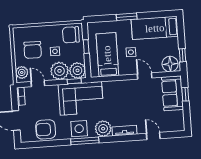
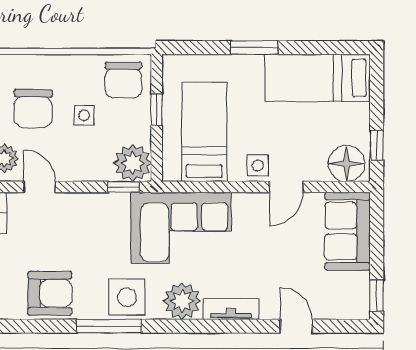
chair: (71, 35) -> (123, 80), turned -90
side table: (131, 52) -> (258, 165), moved
plant: (59, 71) -> (91, 161), removed
door: (145, 76) -> (286, 187), swing flipped
window: (185, 94) -> (377, 295), moved
corner sofa: (81, 98) -> (181, 228), moved
armchair: (46, 129) -> (50, 293), turned 180
window: (85, 141) -> (109, 326), moved

